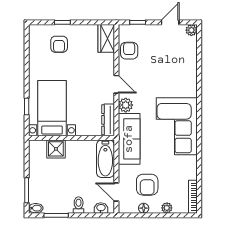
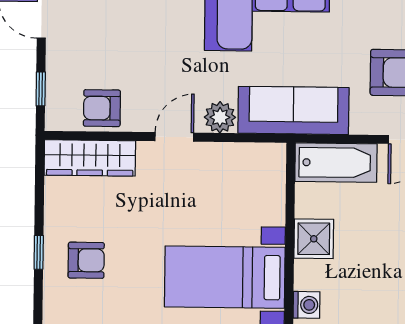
wardrobe: (106, 38) -> (90, 158), width x1.50
dresser: (108, 120) -> (252, 156), removed
washing machine: (40, 146) -> (307, 305), added
shower: (56, 149) -> (314, 239), moved

